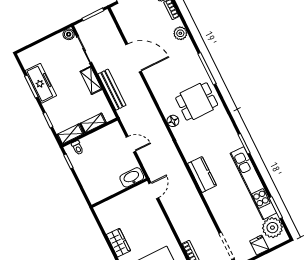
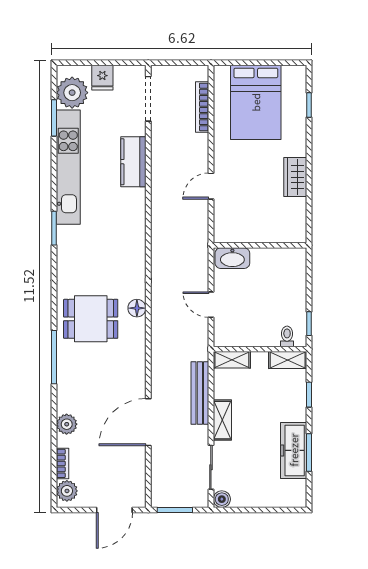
door: (134, 58) -> (148, 422), hinge flipped
shelving: (93, 123) -> (232, 360), moved
kitchen counter: (202, 175) -> (133, 162), moved
door: (154, 191) -> (211, 186), moved

